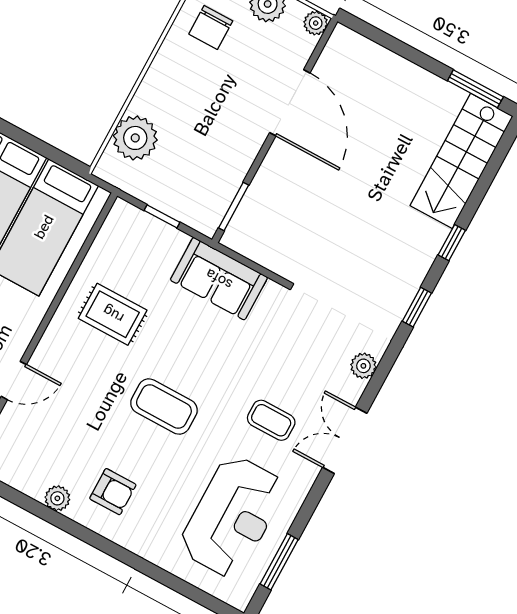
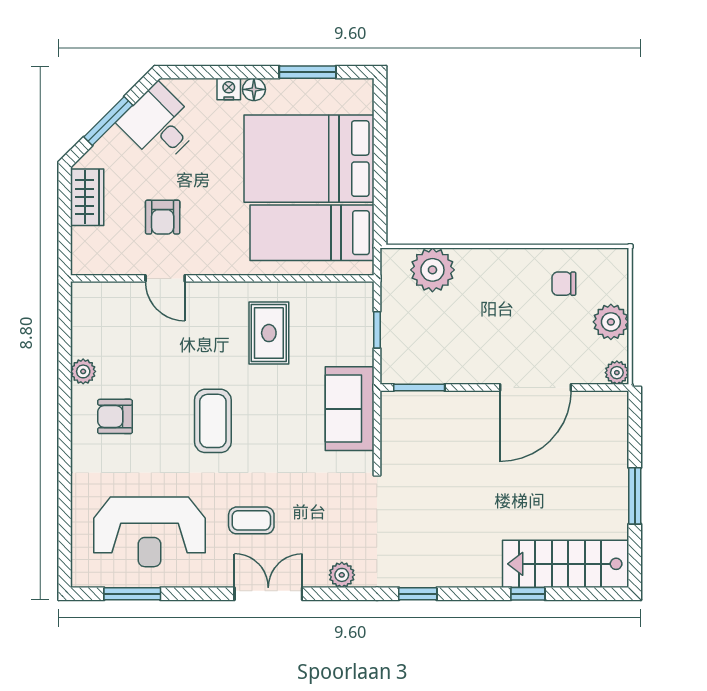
chair: (211, 27) -> (564, 284), width x0.73, depth x0.73
window: (475, 89) -> (635, 496), moved
window: (452, 243) -> (528, 594), moved
coffee table: (271, 420) -> (251, 520), turned 90
armchair: (113, 492) -> (115, 416), turned 90

